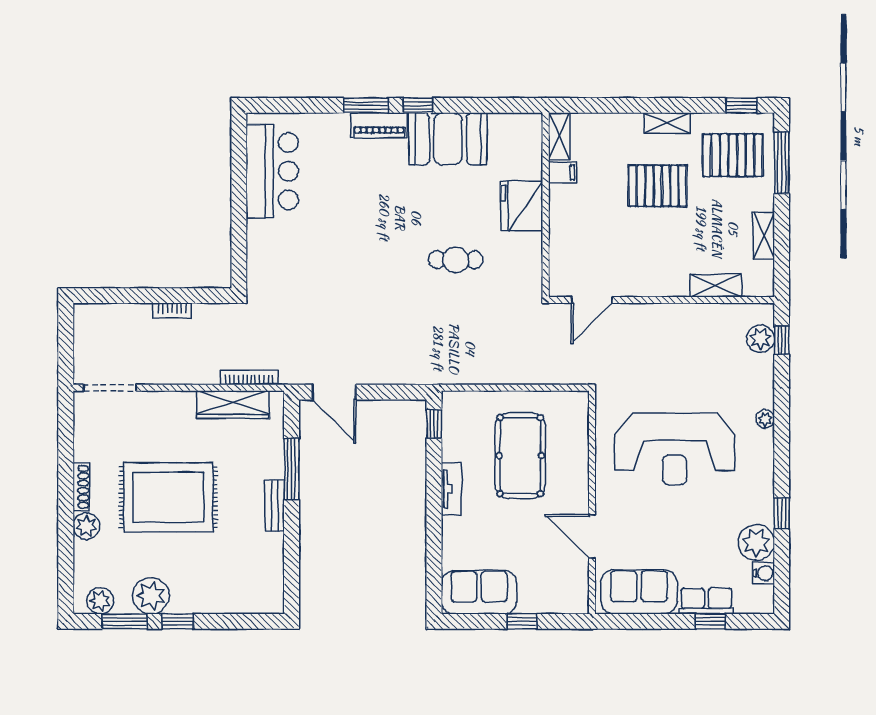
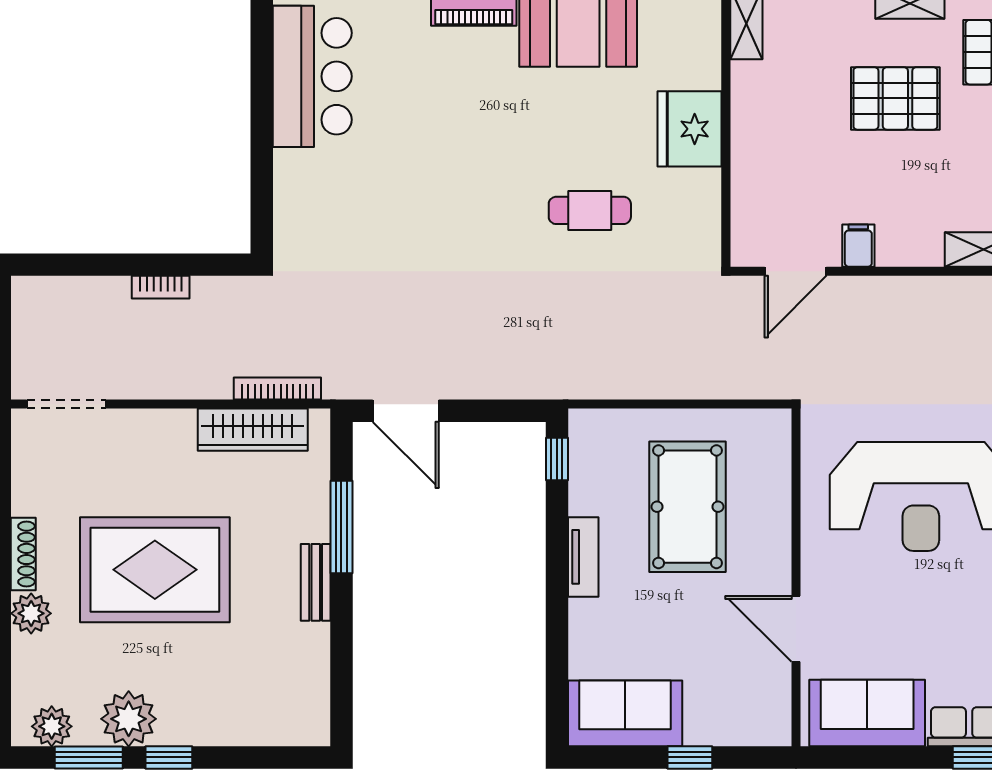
filing cabinet: (563, 172) -> (858, 246), moved, turned -90

